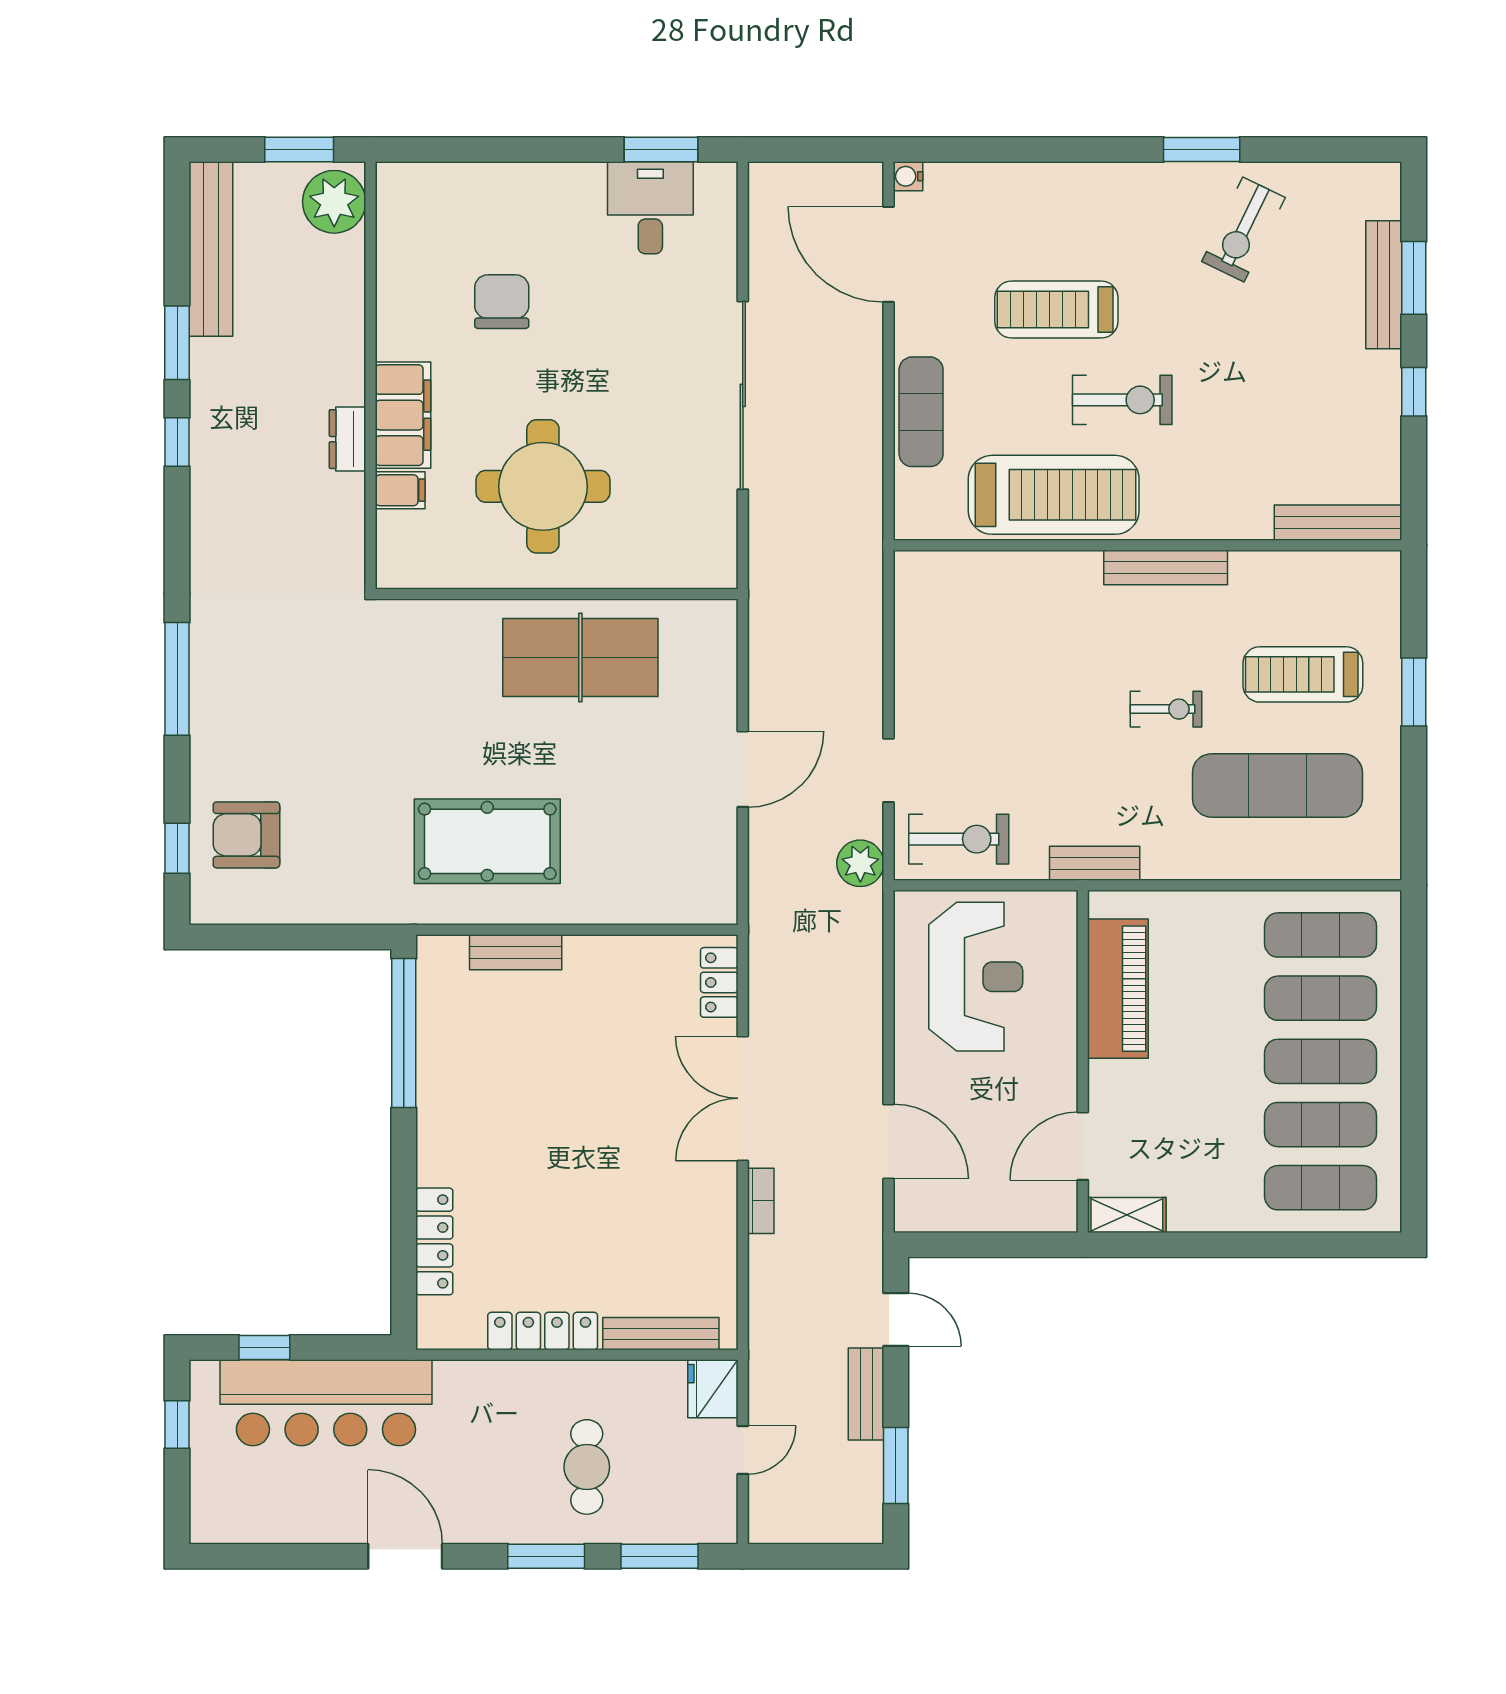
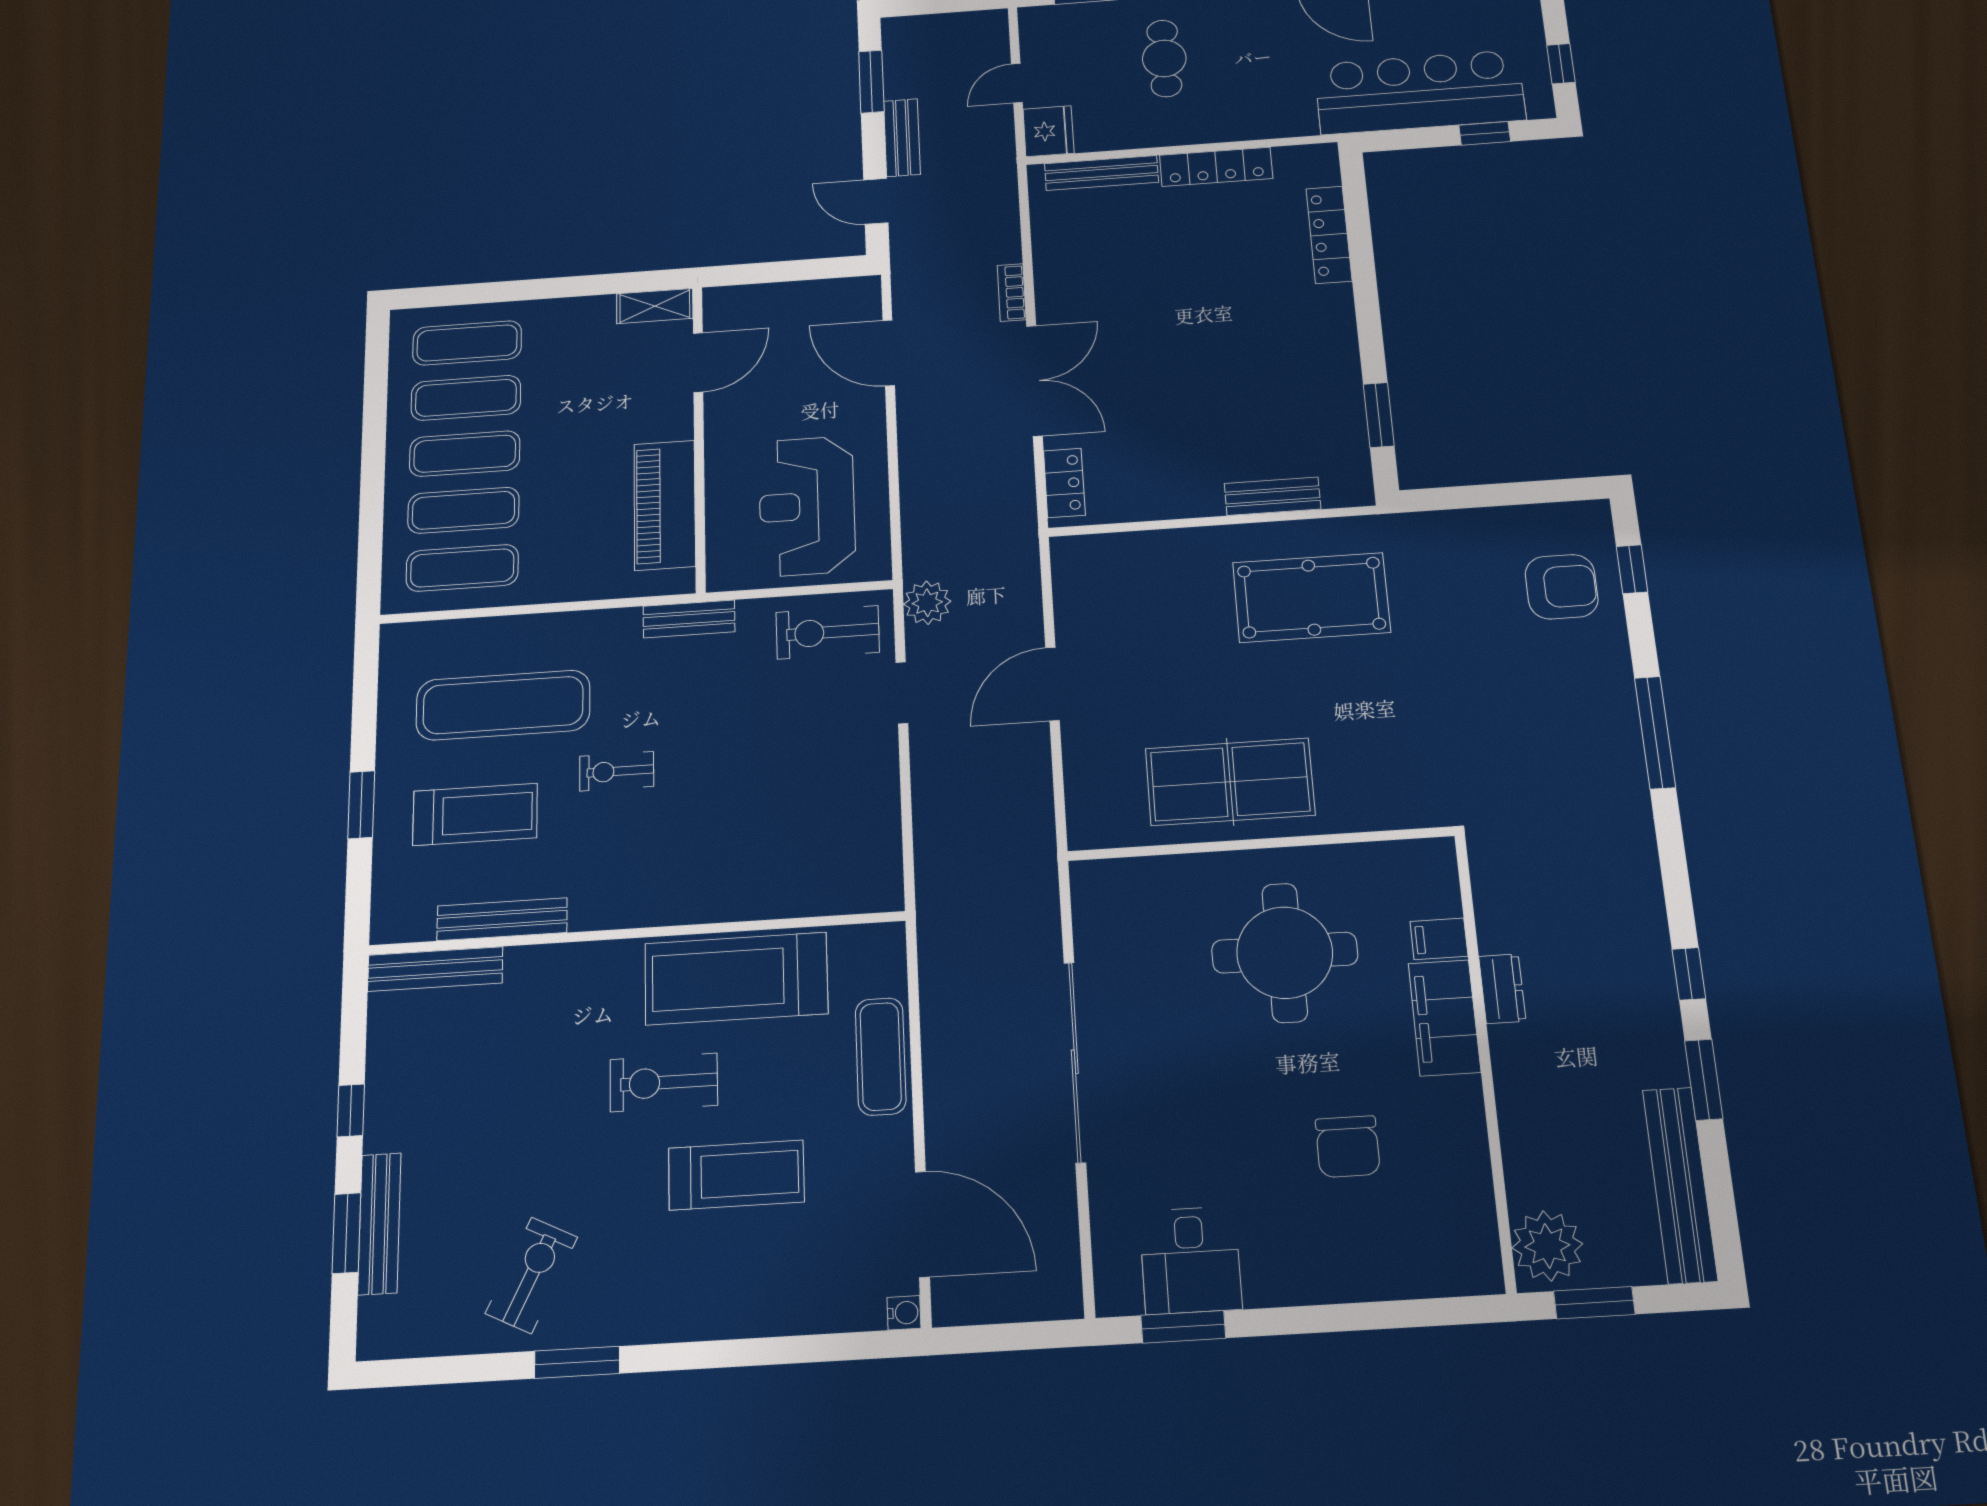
bench: (1166, 567) -> (502, 919), moved
window: (404, 1033) -> (1379, 415), width x0.47

